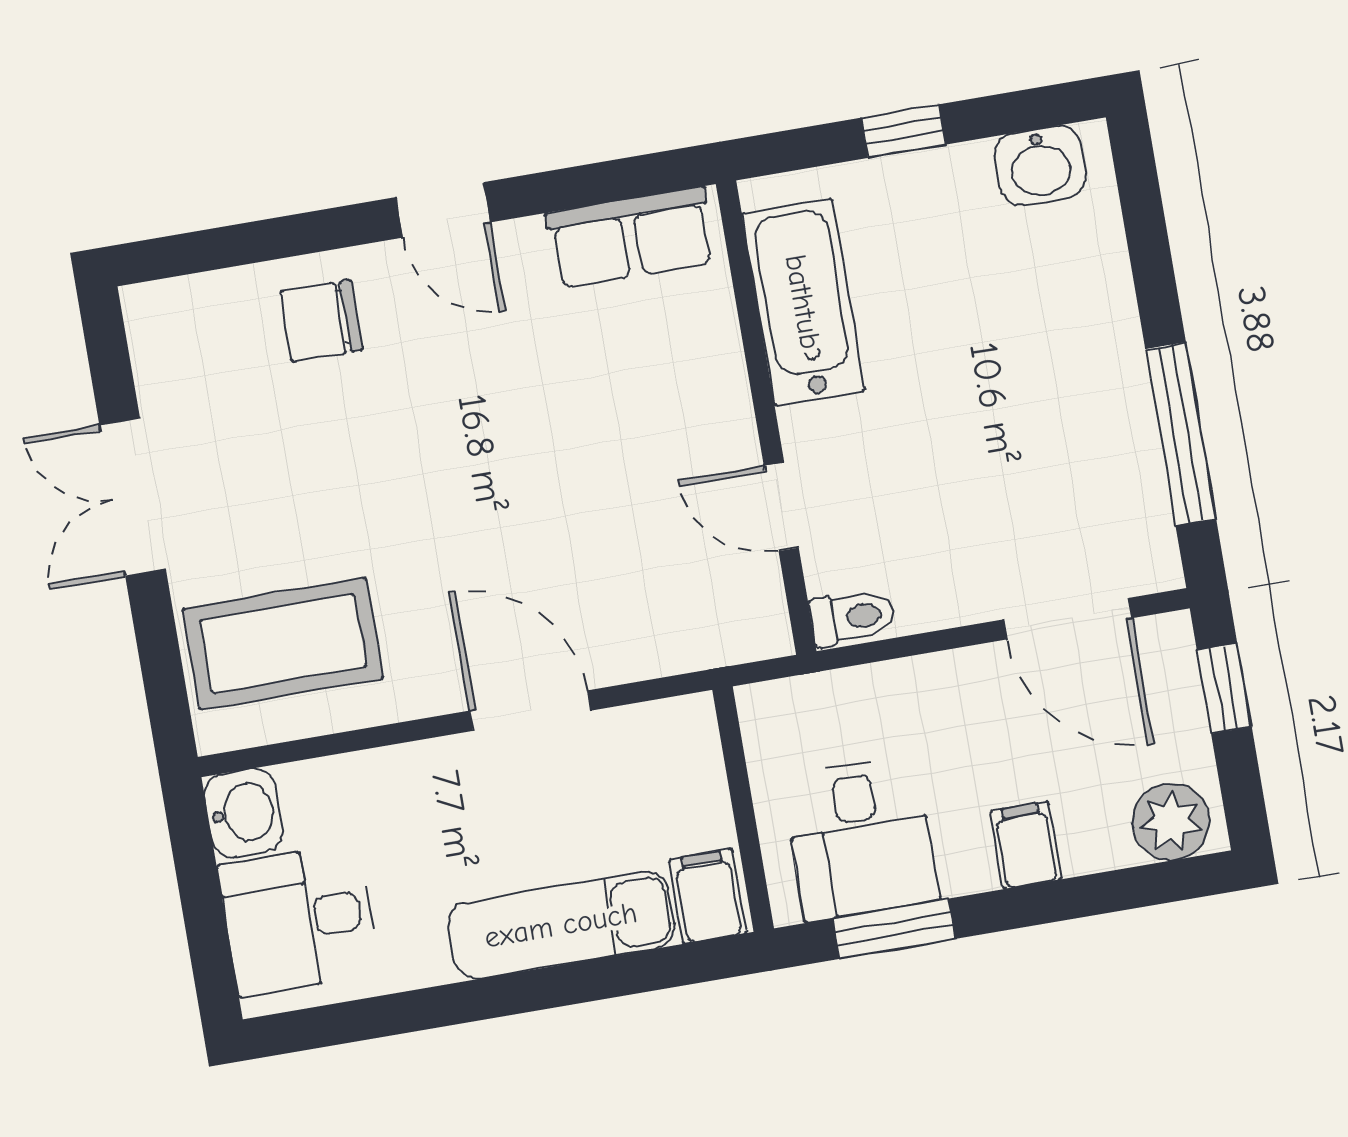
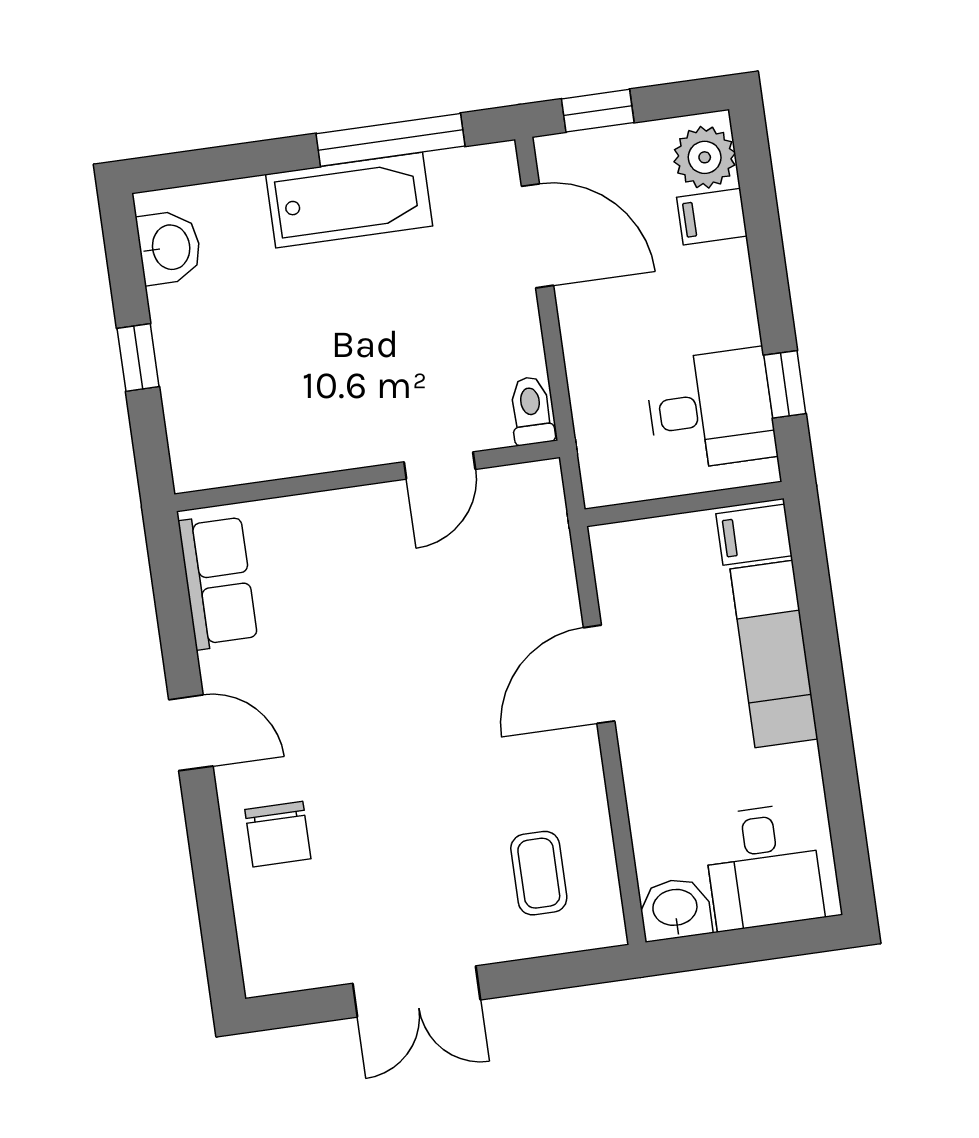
door: (443, 210) -> (191, 733), hinge flipped
bathtub: (803, 302) -> (349, 200), moved, turned 180
door: (1068, 619) -> (537, 236), hinge flipped
coffee table: (283, 644) -> (539, 873), width x0.54, depth x0.58
filing cabinet: (1026, 845) -> (712, 217), moved
window: (894, 929) -> (785, 384), width x0.67

